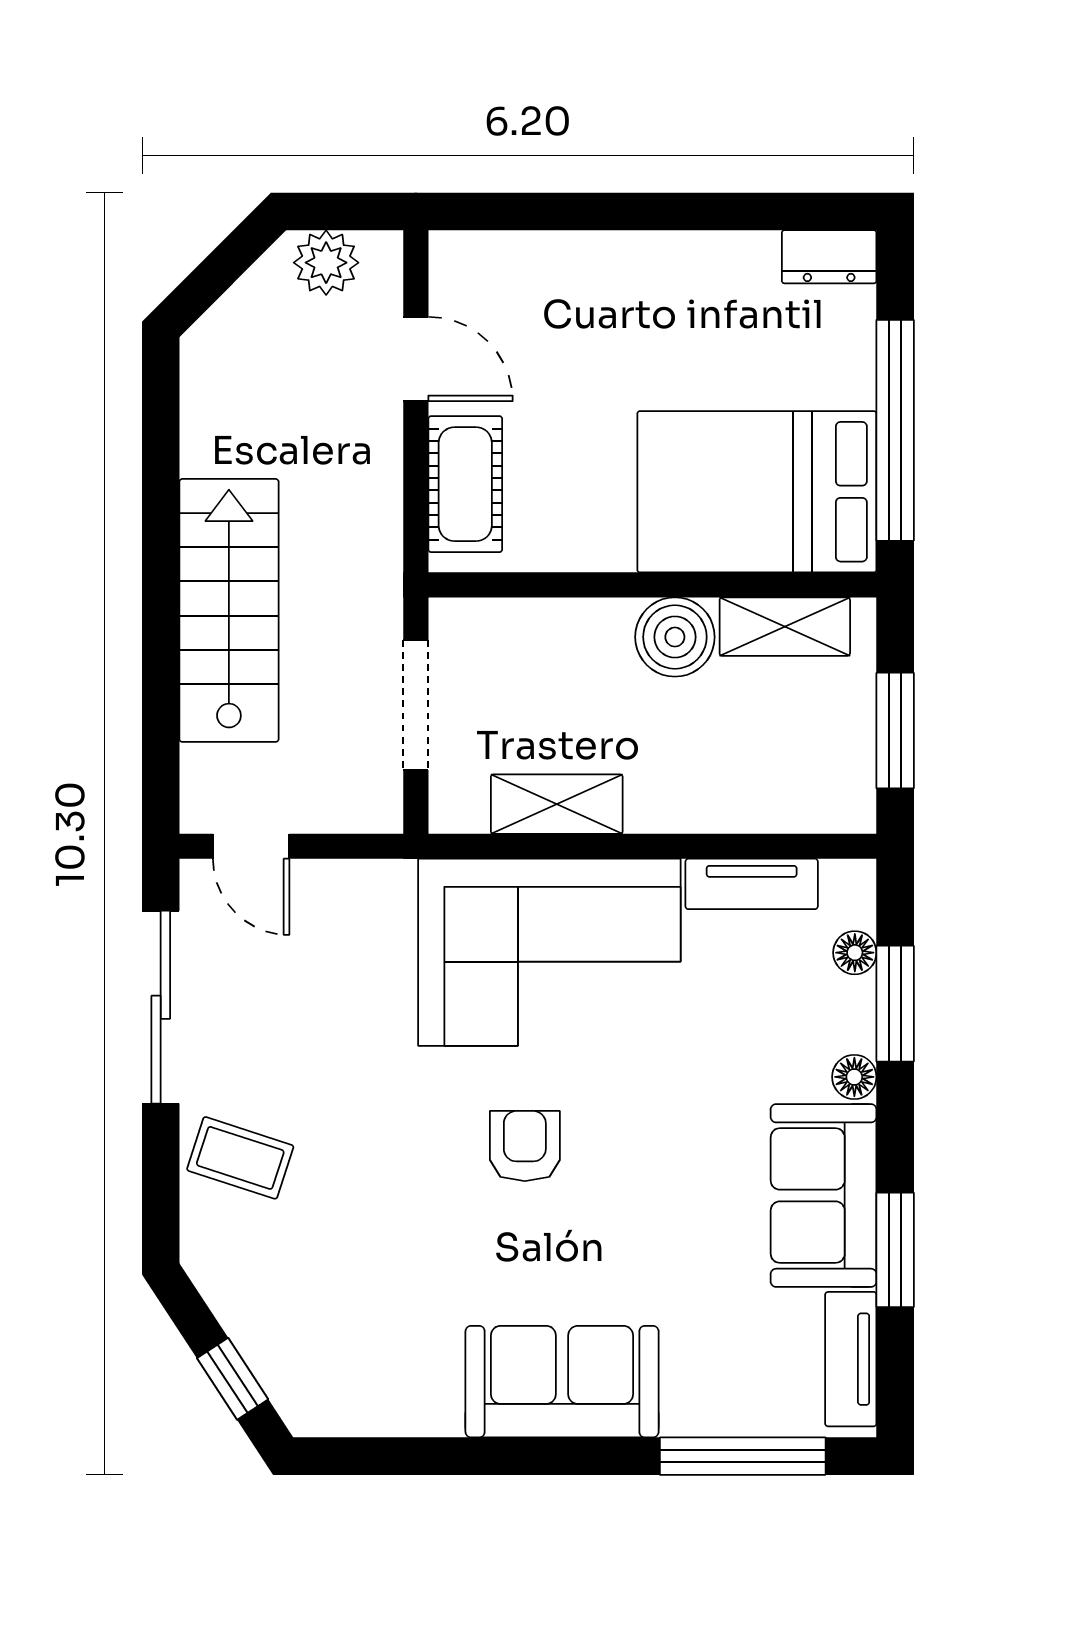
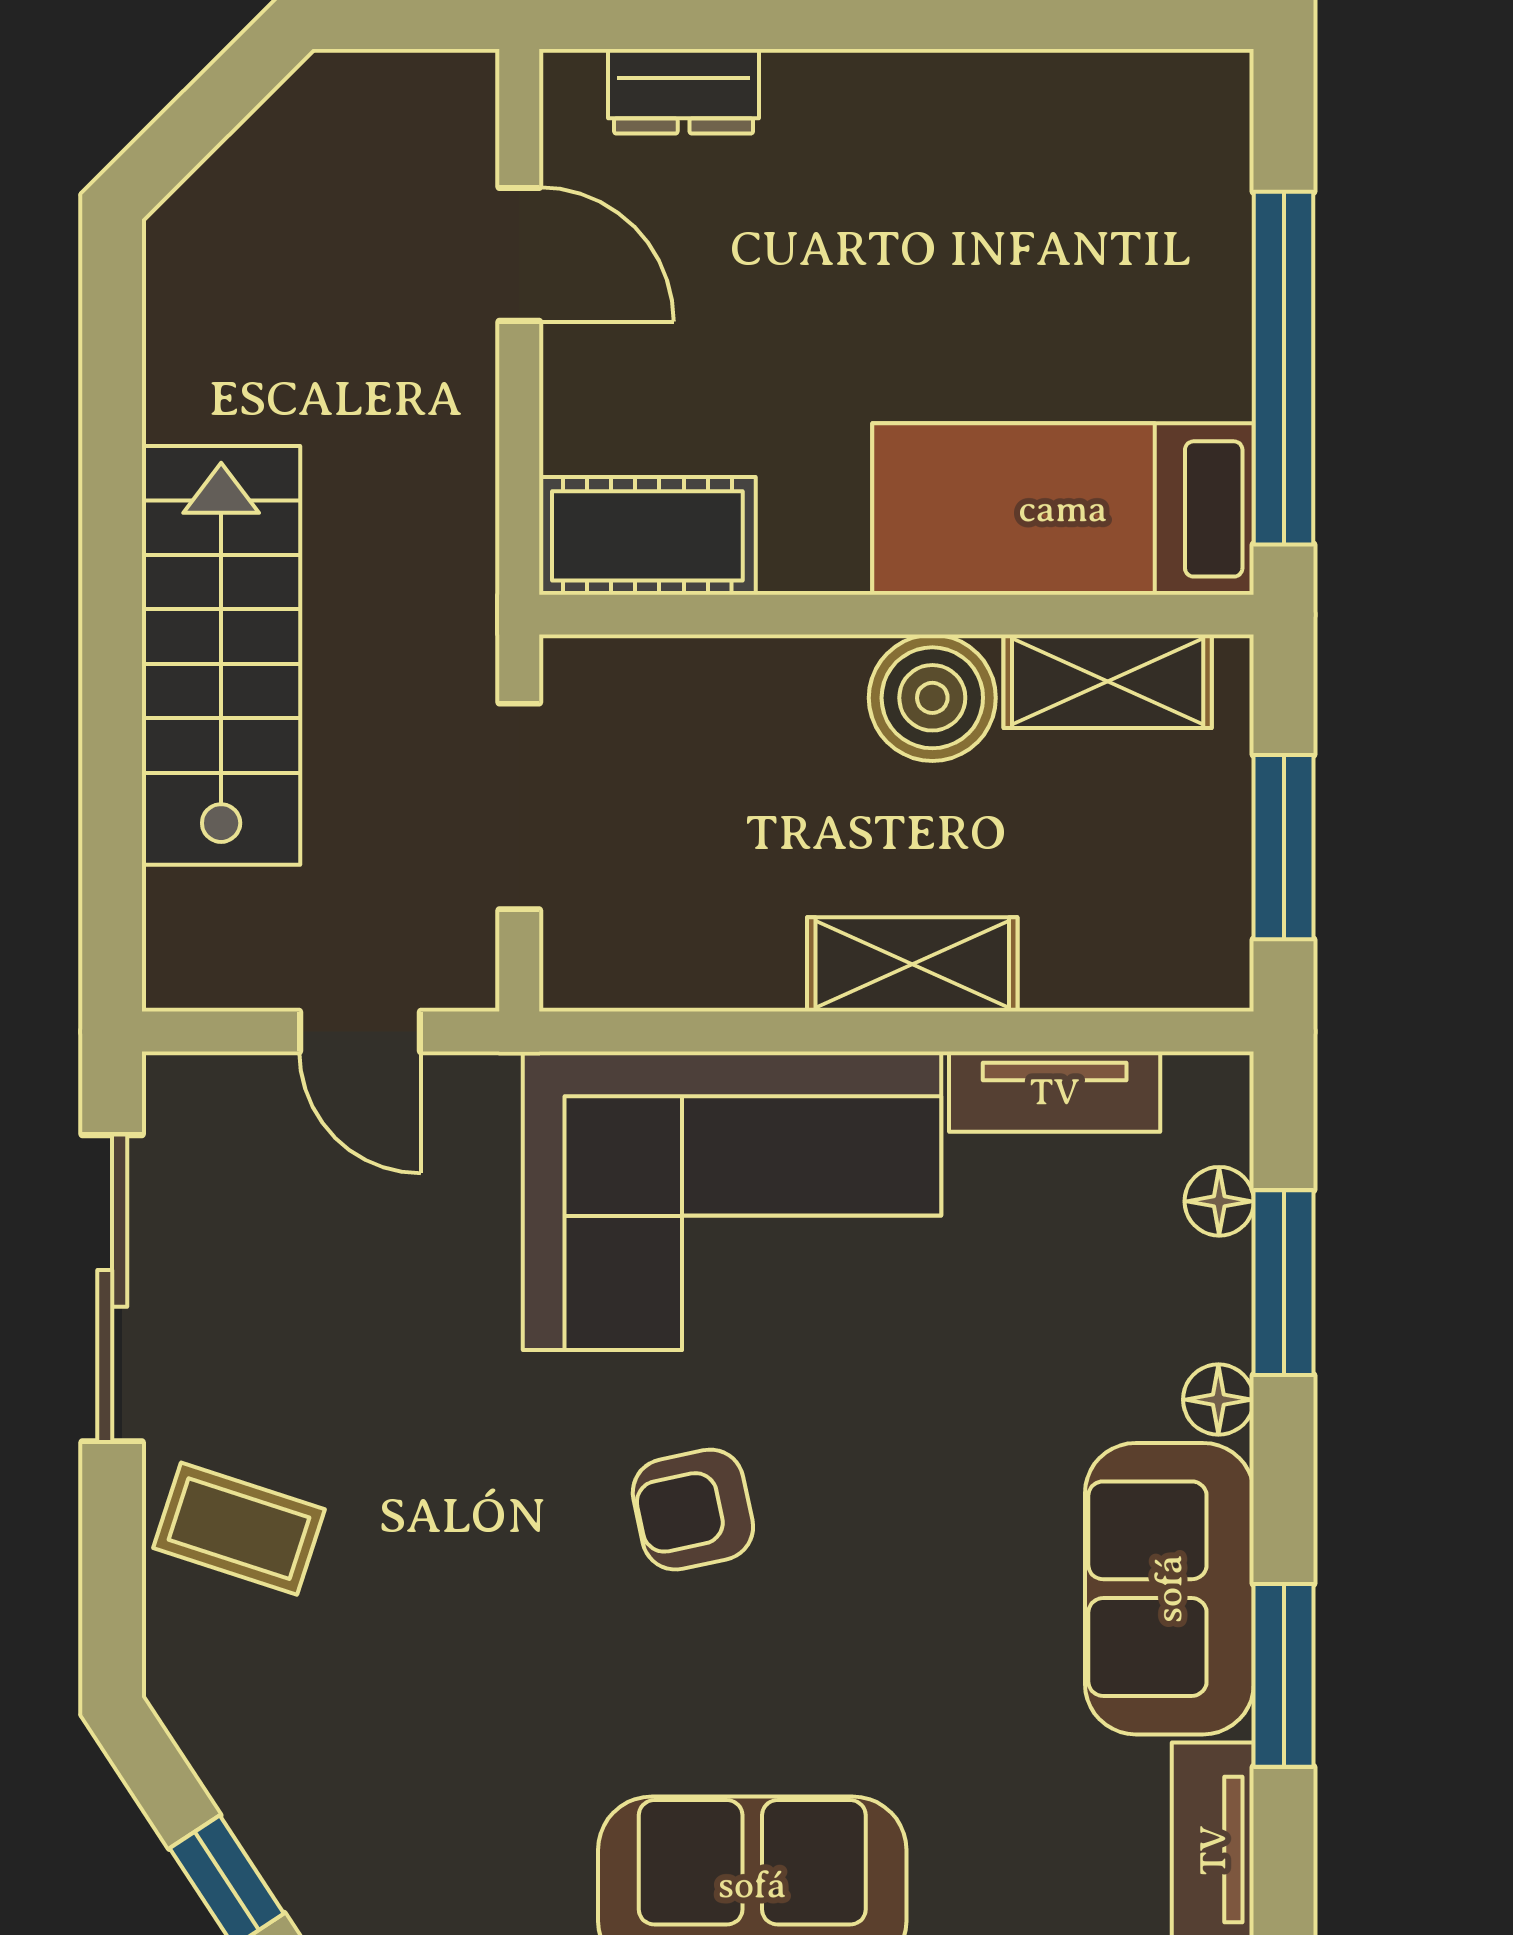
dresser: (829, 257) -> (684, 91), moved
plant: (326, 263) -> (376, 101), removed
cot: (465, 484) -> (647, 536), moved, turned 90
bed: (757, 492) -> (1063, 509), width x0.67
shelving: (557, 804) -> (912, 964), moved
door: (251, 846) -> (360, 1032), moved
armchair: (525, 1146) -> (693, 1510), turned -102

